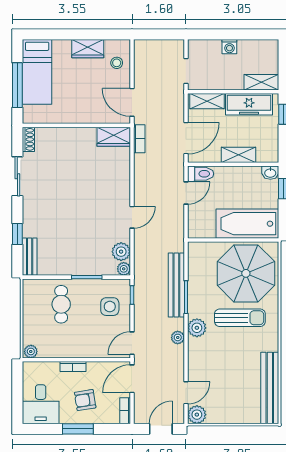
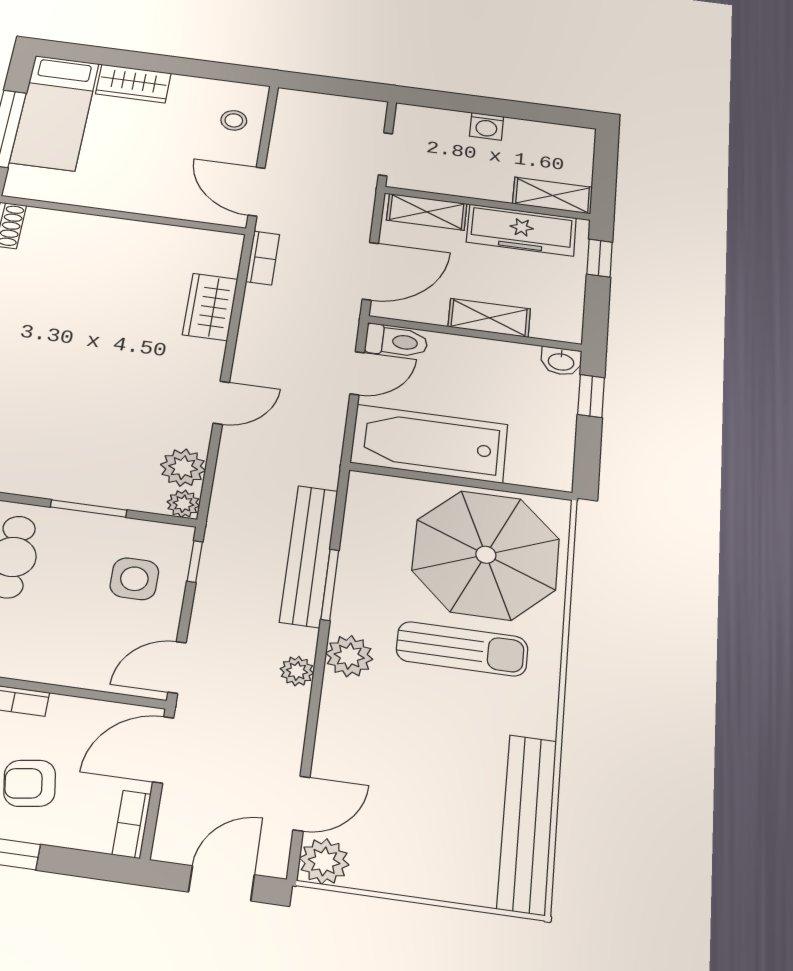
wardrobe: (88, 49) -> (133, 84), moved
wardrobe: (114, 137) -> (210, 307), moved, turned 90
bathtub: (247, 224) -> (429, 444), moved

